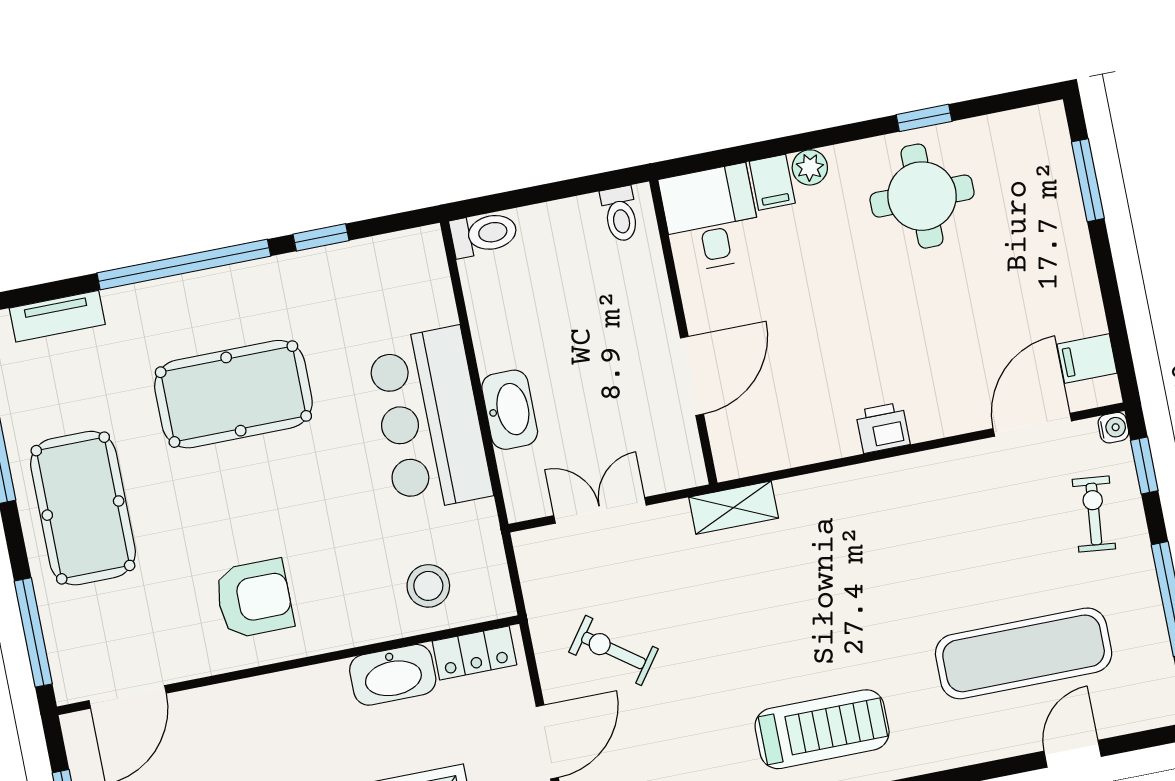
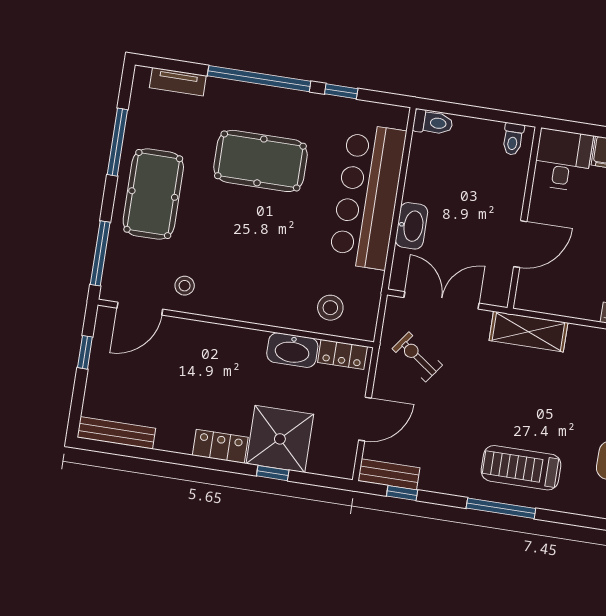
bar counter: (429, 419) -> (368, 196), width x1.36
shelving: (734, 508) -> (528, 332), width x1.50, depth x1.33
double door: (600, 510) -> (441, 300), width x1.37
armchair: (254, 599) -> (230, 279), removed
stool: (185, 635) -> (185, 286), added
exercise bike: (614, 650) -> (417, 357), moved
treadmill: (822, 729) -> (521, 468), turned 180

